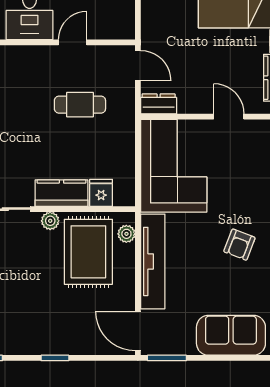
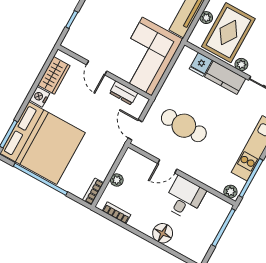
dresser: (159, 104) -> (124, 93), moved
cafe table: (80, 105) -> (184, 126), width x1.37, depth x1.35
plant: (126, 234) -> (206, 18), moved

